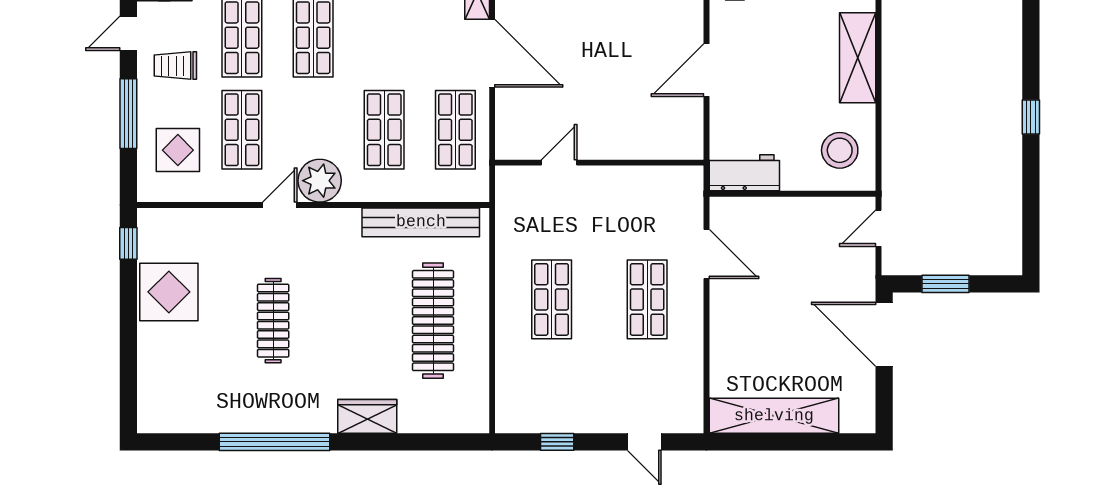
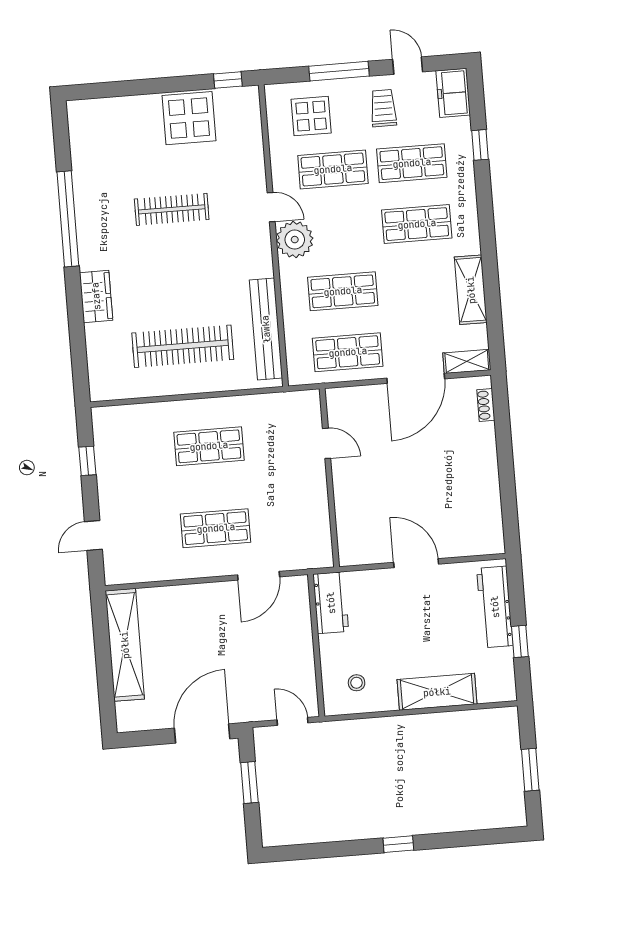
stool: (840, 150) -> (357, 683), width x0.53, depth x0.53

